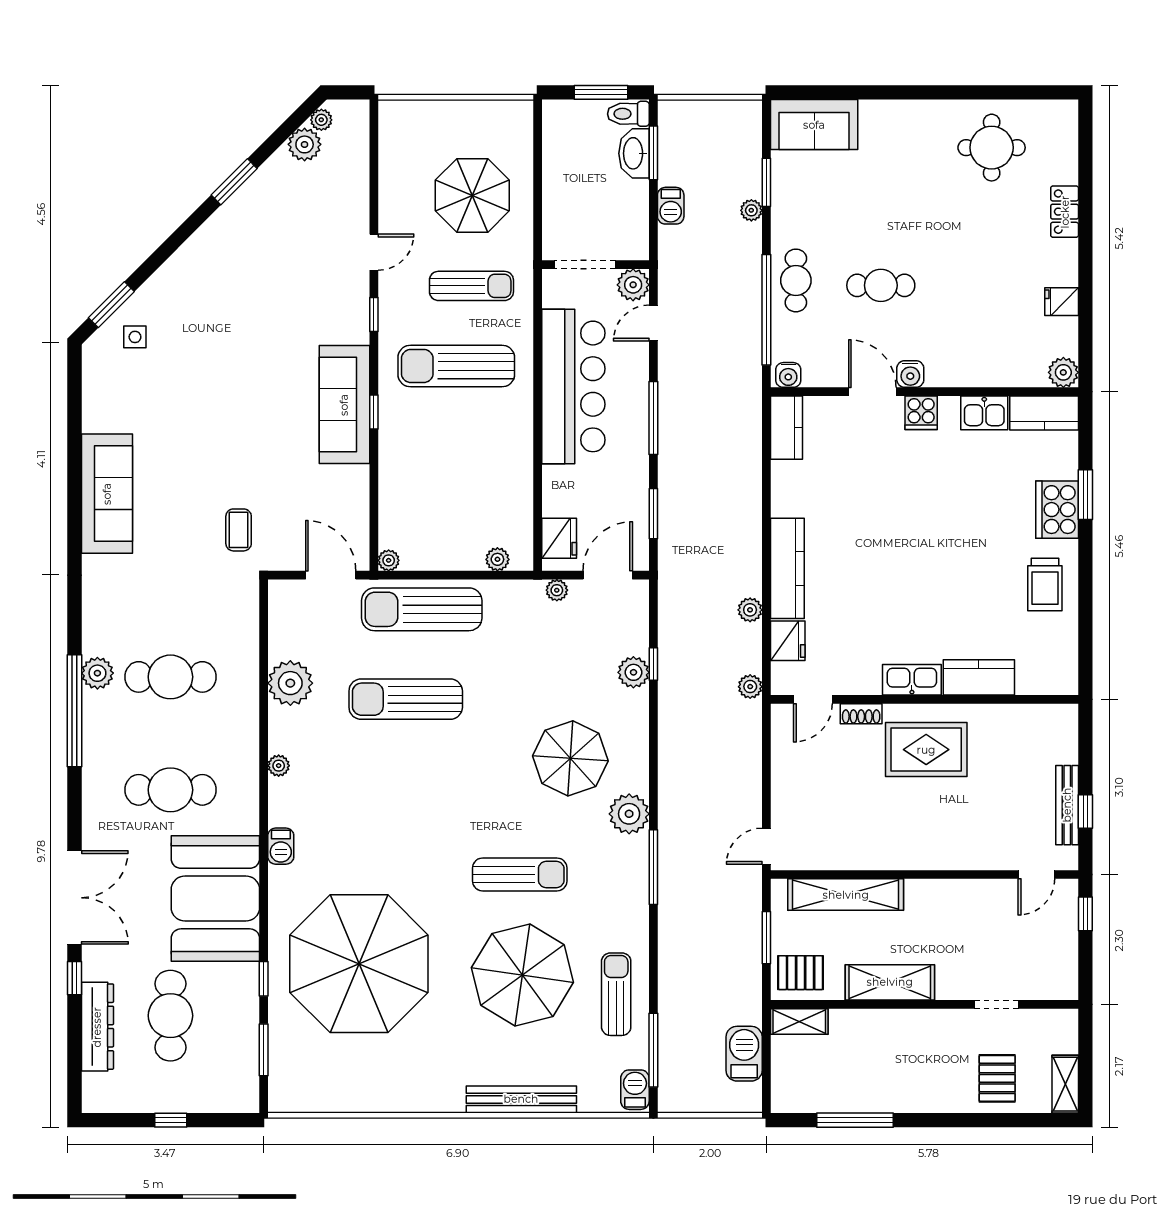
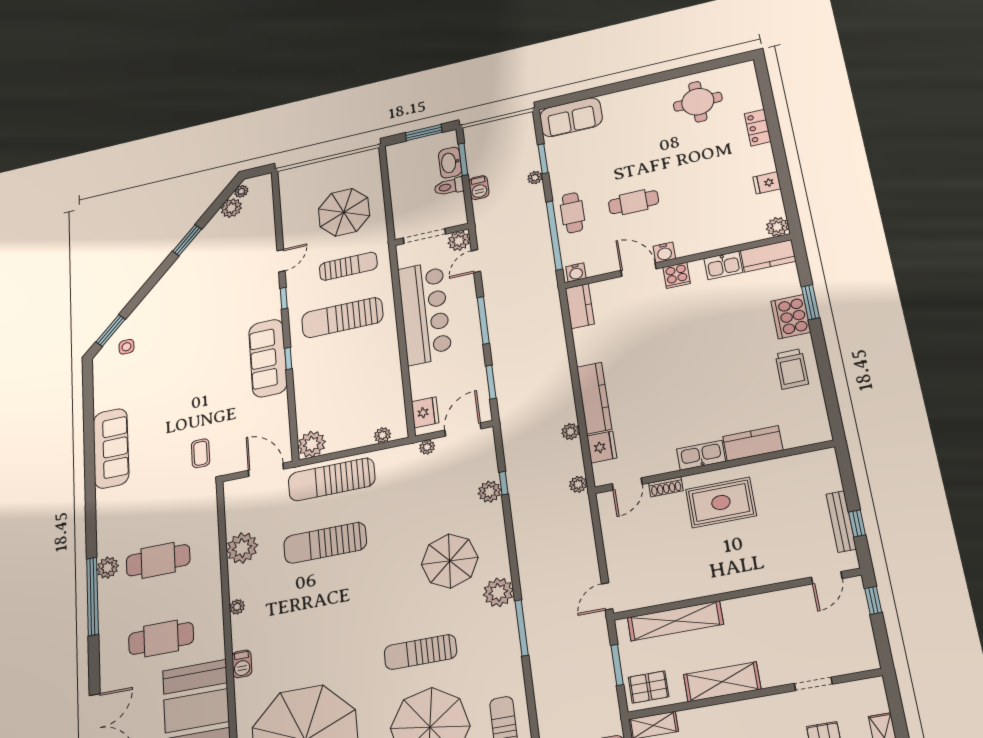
toilet: (628, 114) -> (449, 187), moved
plant: (389, 560) -> (312, 444), width x1.88, depth x1.88
sun lounger: (520, 874) -> (420, 652), turned 180

